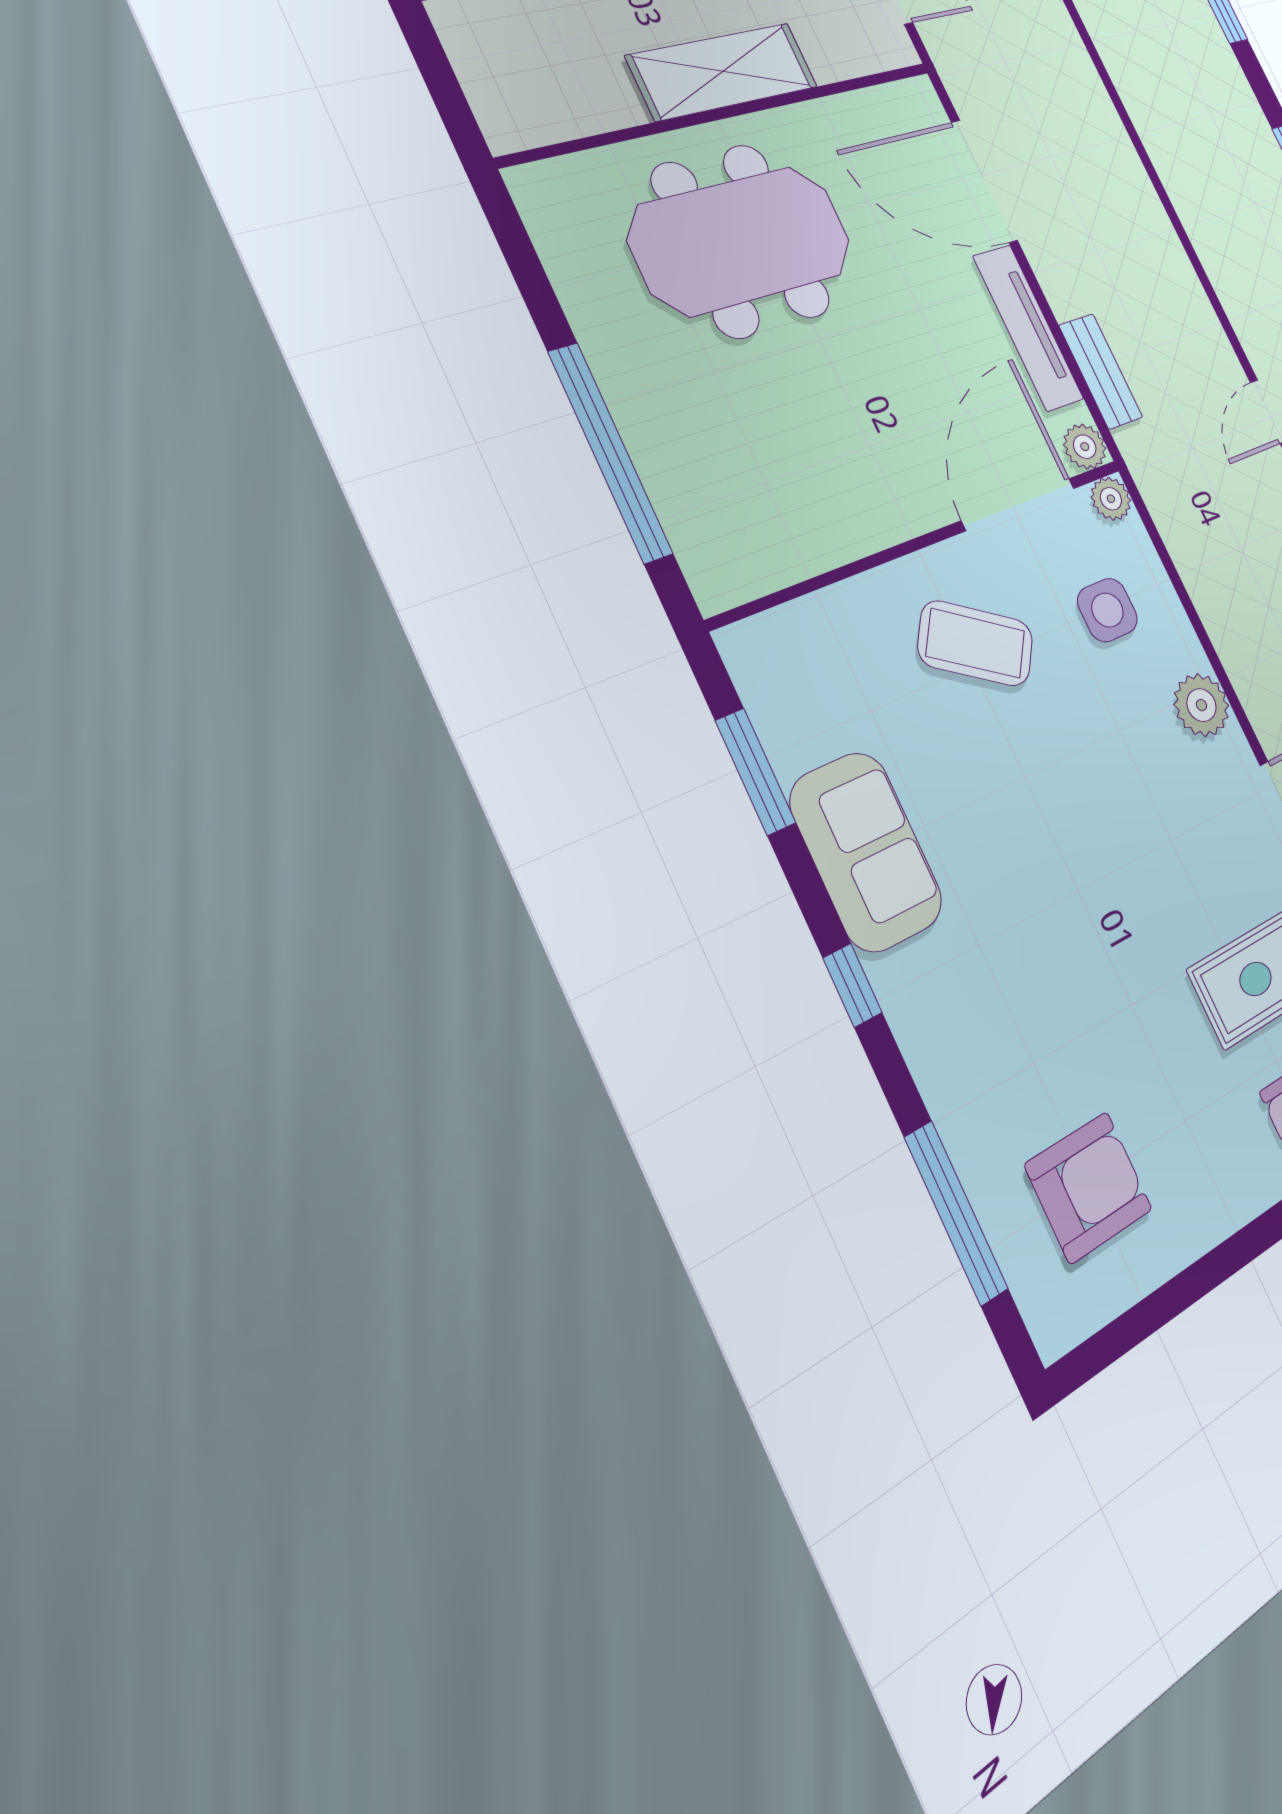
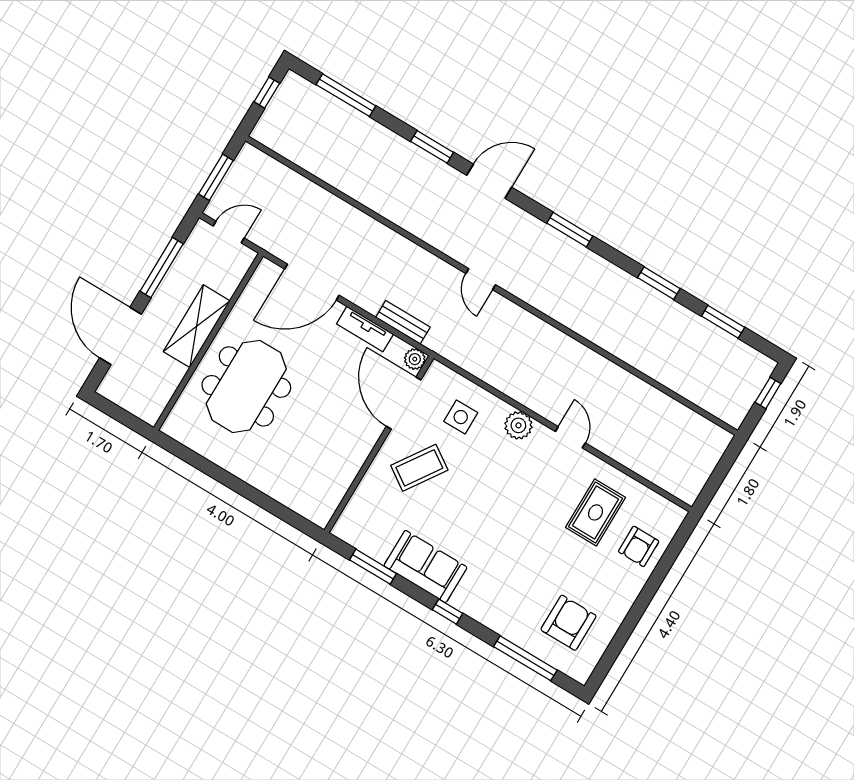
tv unit: (1028, 328) -> (365, 329), width x0.71
window: (610, 453) -> (258, 498), removed
plant: (1111, 499) -> (437, 372), removed

